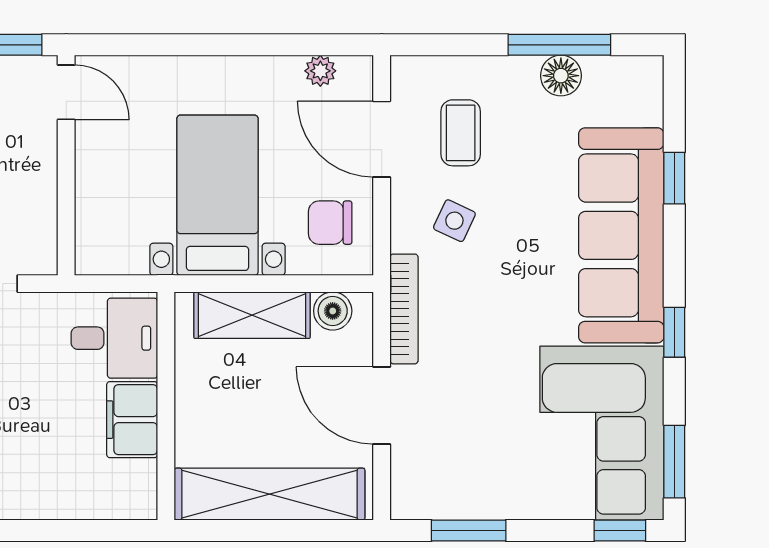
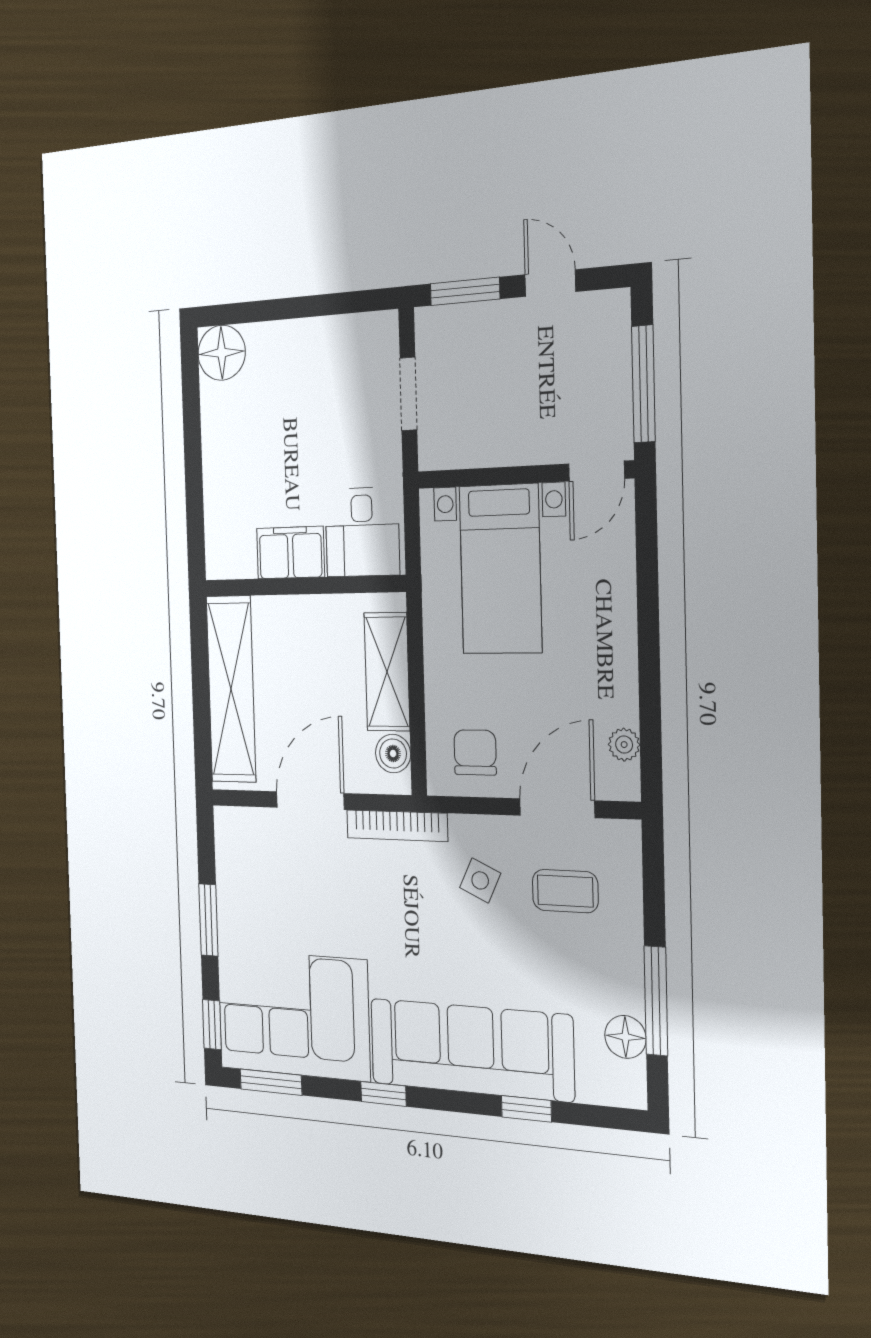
floor lamp: (561, 76) -> (625, 1037), moved
bed with nightstands: (217, 195) -> (500, 569), moved, turned 90
window: (469, 531) -> (208, 920), moved

